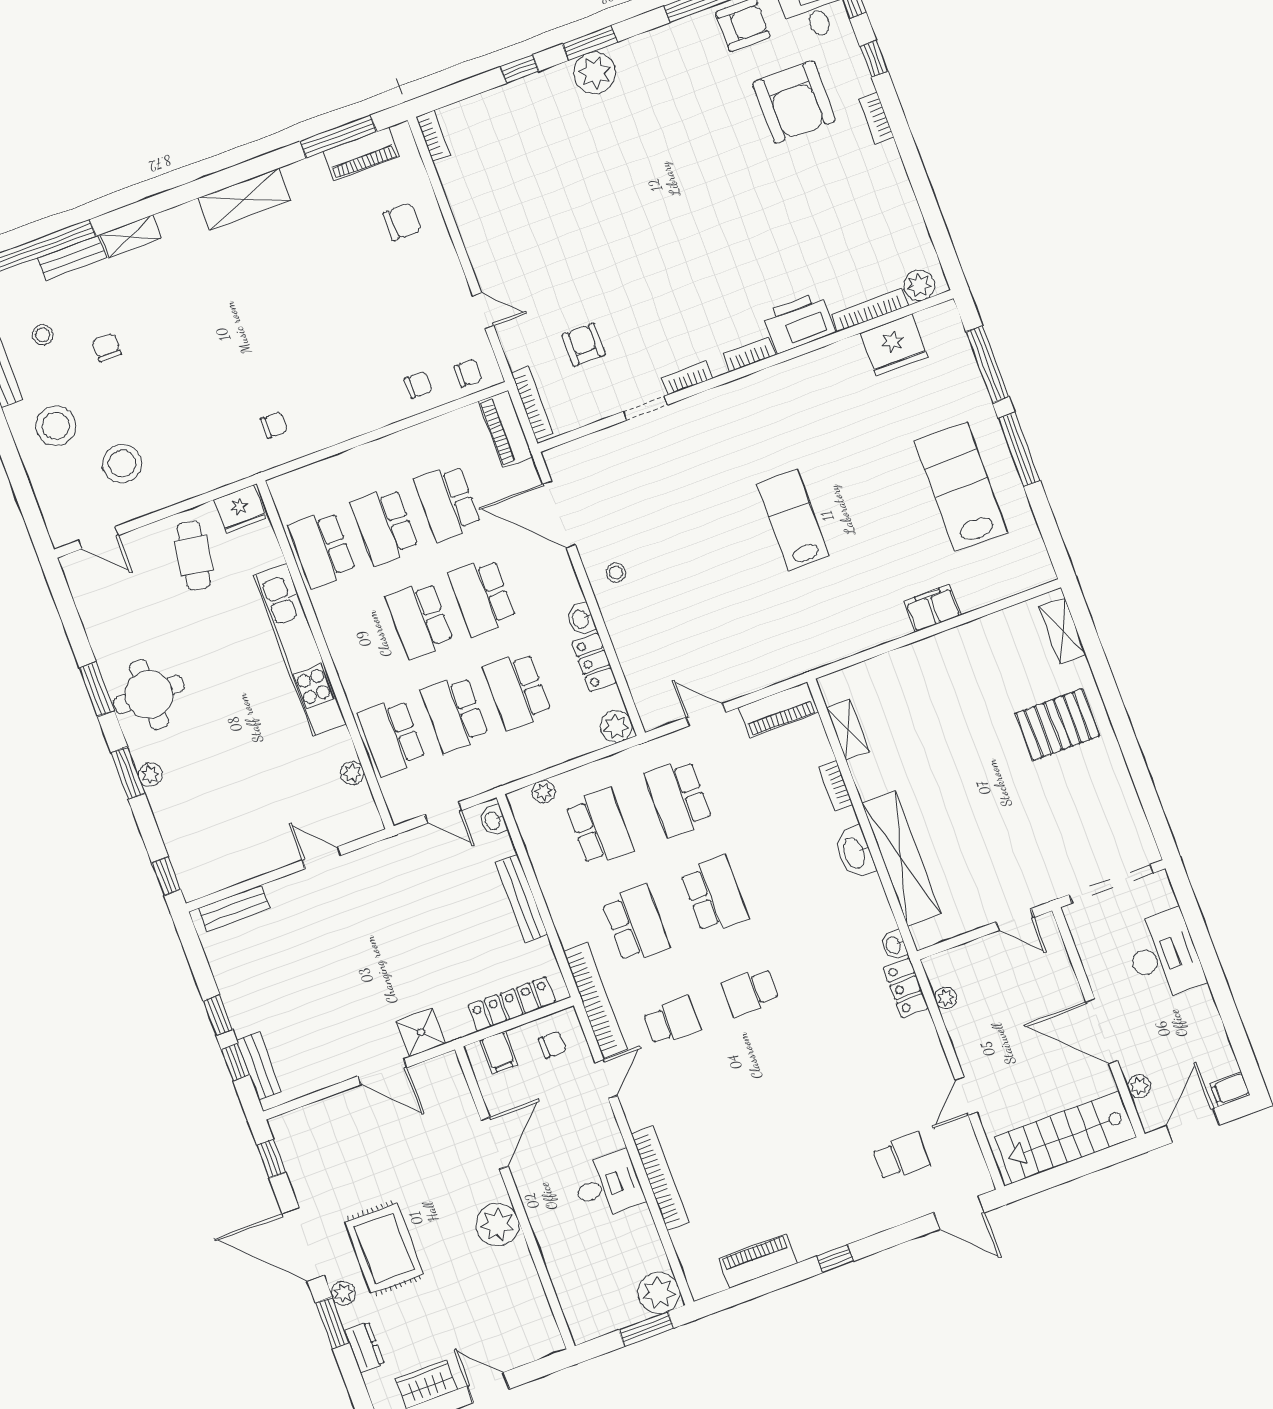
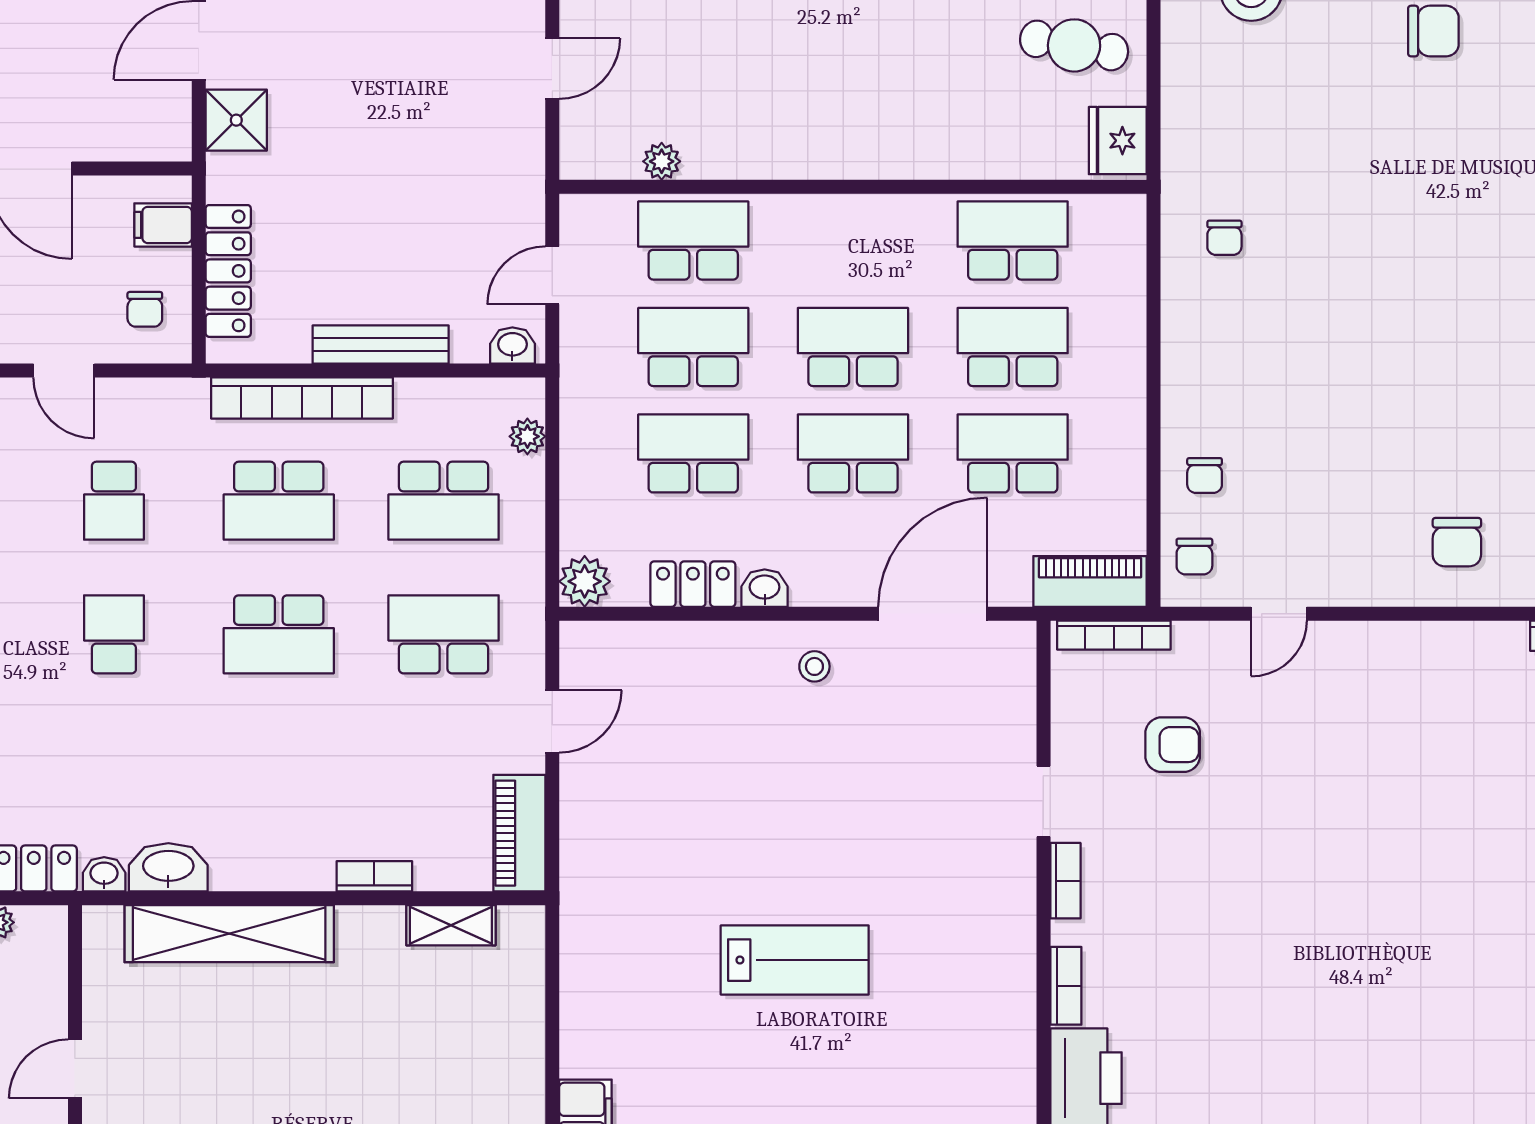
chair: (107, 347) -> (1433, 31), width x1.37, depth x1.37
kitchen unit: (300, 649) -> (875, 152), removed
washbasin: (855, 853) -> (168, 867), moved
bookcase: (595, 1000) -> (302, 398), moved

